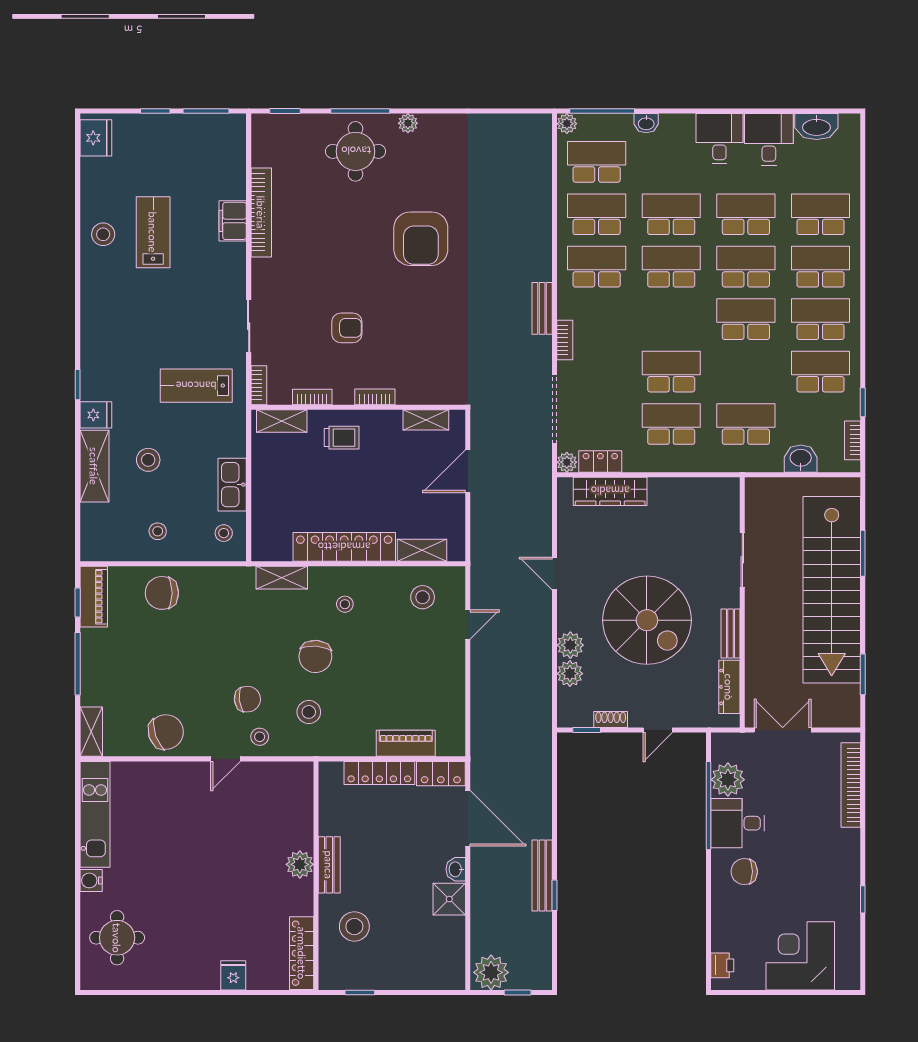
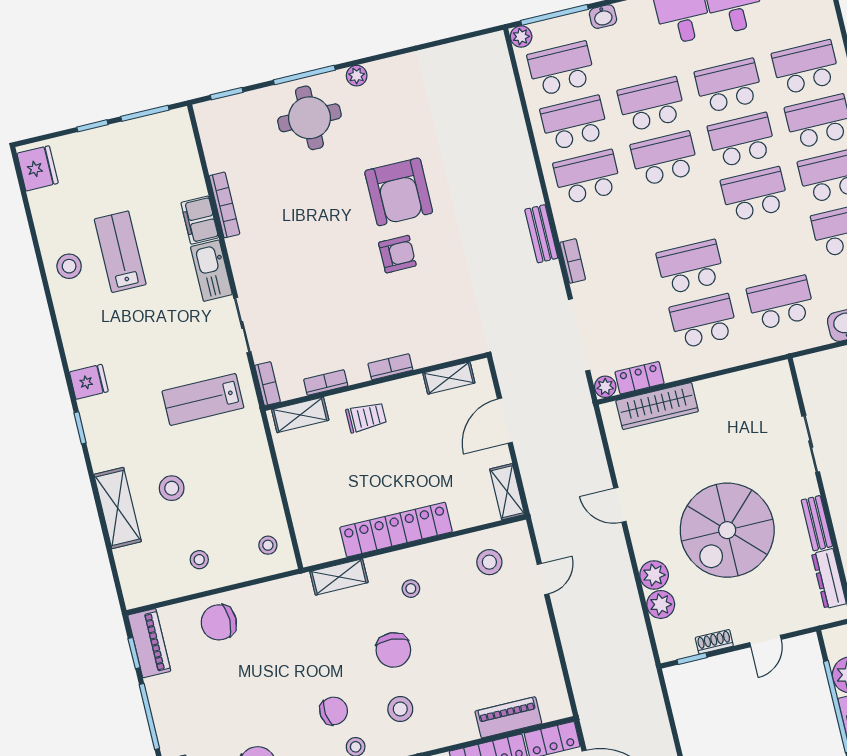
bookcase: (261, 212) -> (225, 205), width x0.68, depth x0.76
armchair: (347, 328) -> (397, 254), moved
fridge: (96, 415) -> (89, 382), moved
kitchen sink: (232, 485) -> (211, 271), moved
shelving: (422, 550) -> (507, 492), moved, turned 90
spiral stairs: (647, 620) -> (727, 530), turned 90

